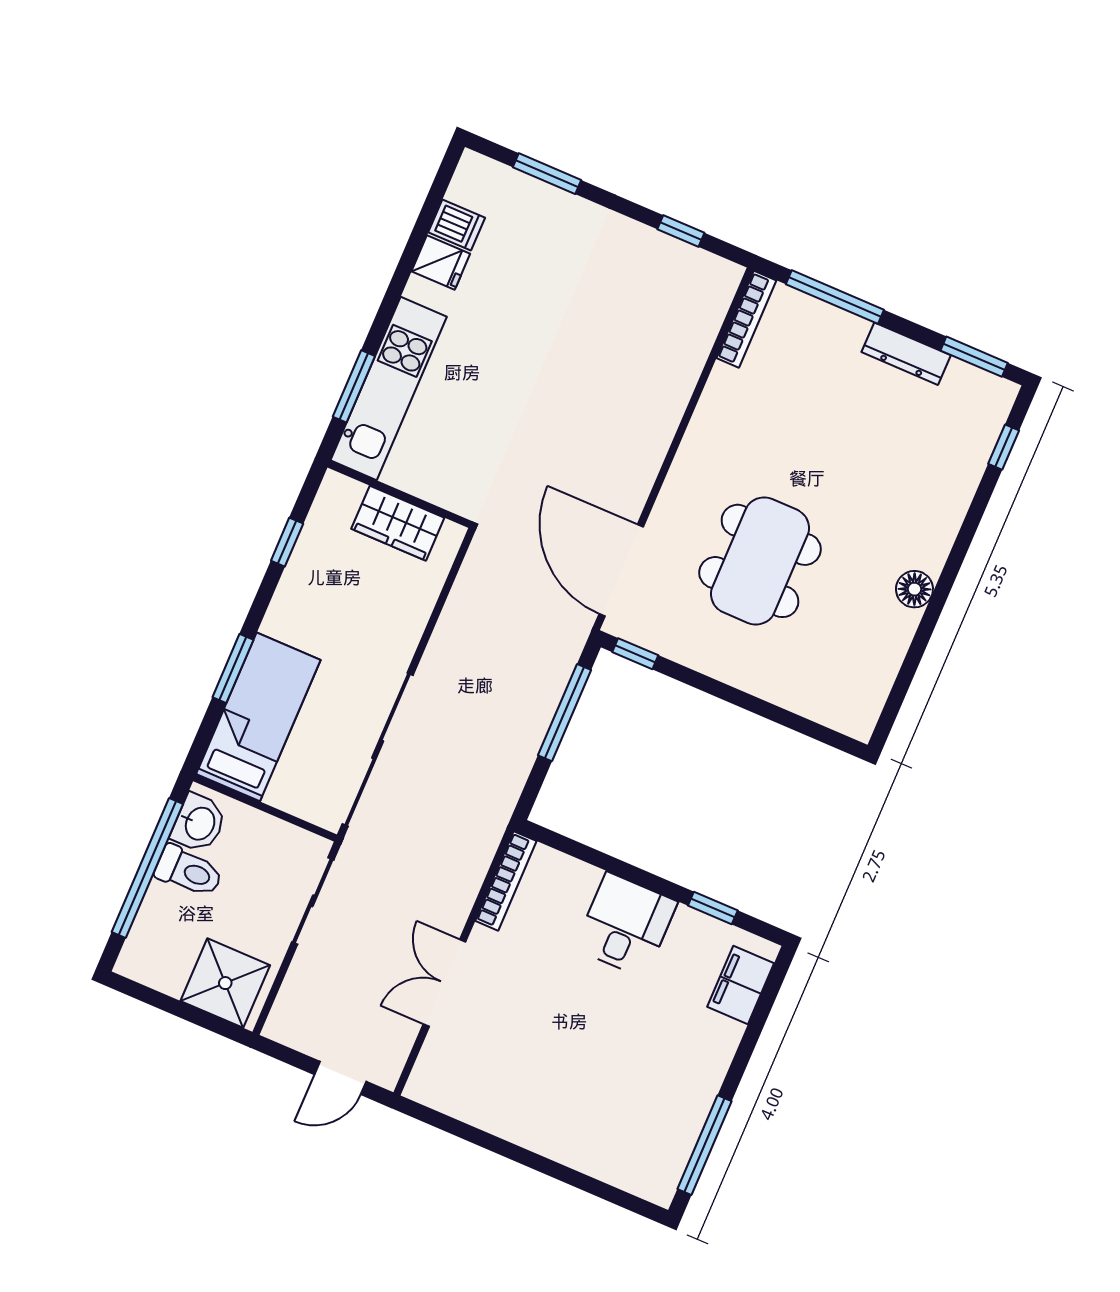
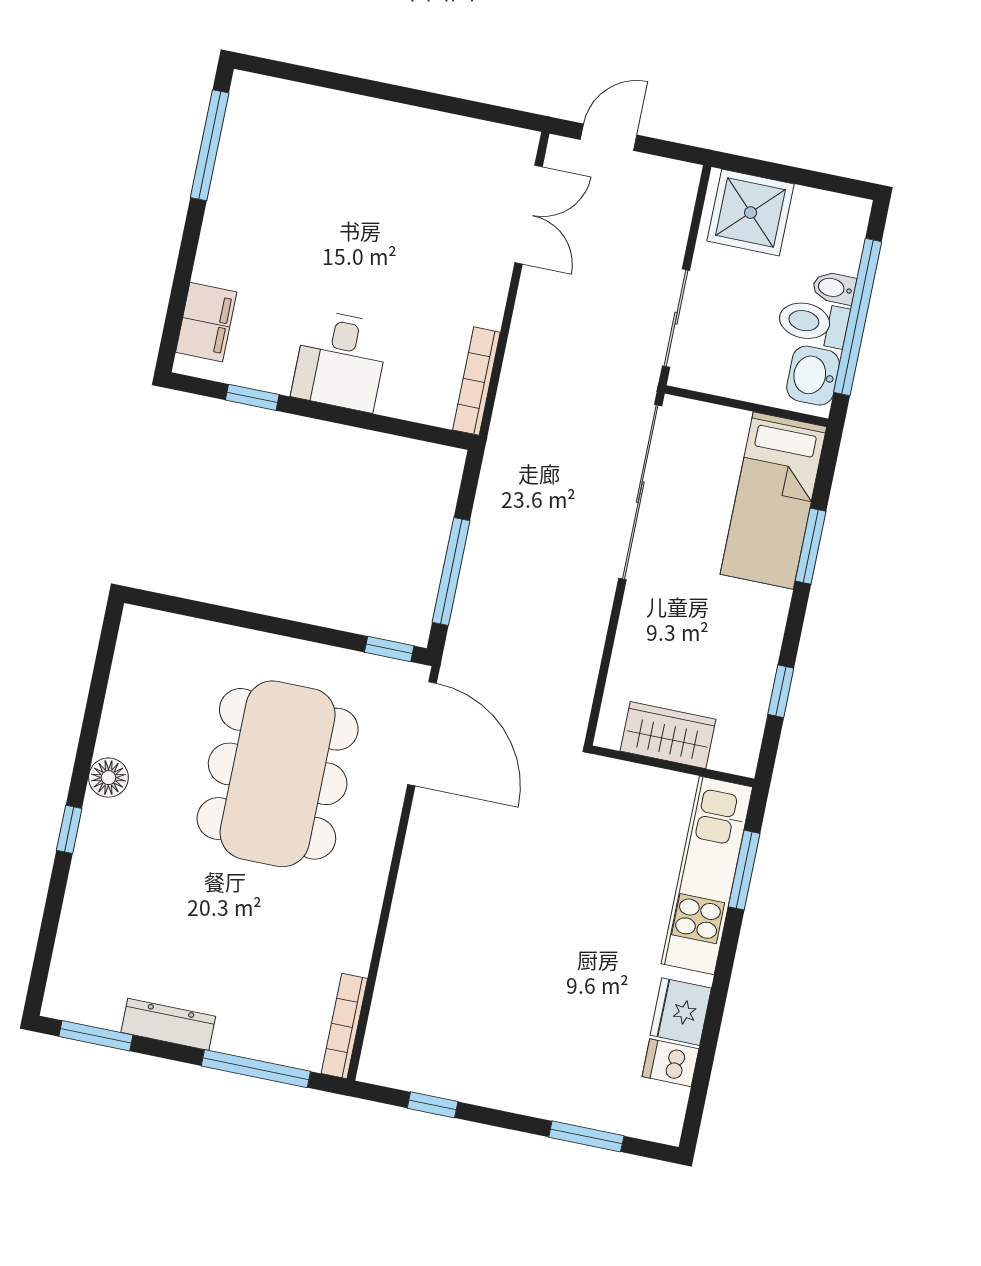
fridge: (441, 263) -> (681, 1012), width x1.38
window: (1004, 447) -> (69, 829), moved
dining table: (760, 561) -> (278, 774), width x1.36, depth x1.24
bidet: (163, 899) -> (834, 288), added
double door: (444, 983) -> (529, 215), moved

